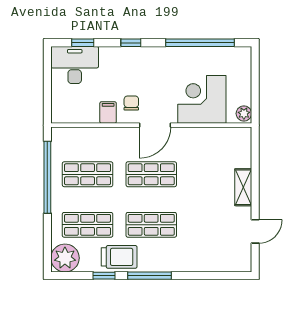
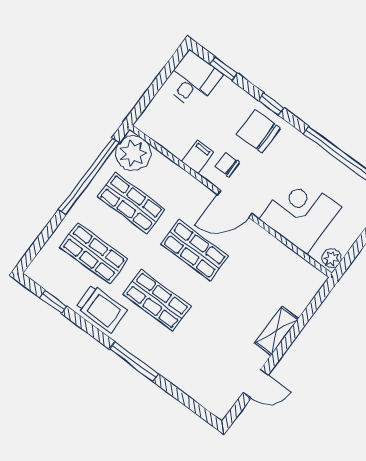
desk: (75, 65) -> (193, 80), width x0.73
chair: (136, 66) -> (259, 131), added
chair: (131, 103) -> (227, 164), turned -90
plant: (65, 258) -> (133, 153), moved
window: (104, 276) -> (53, 302), moved
window: (150, 276) -> (134, 362), moved

